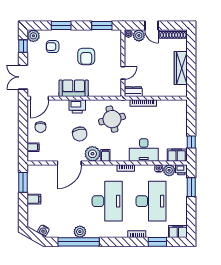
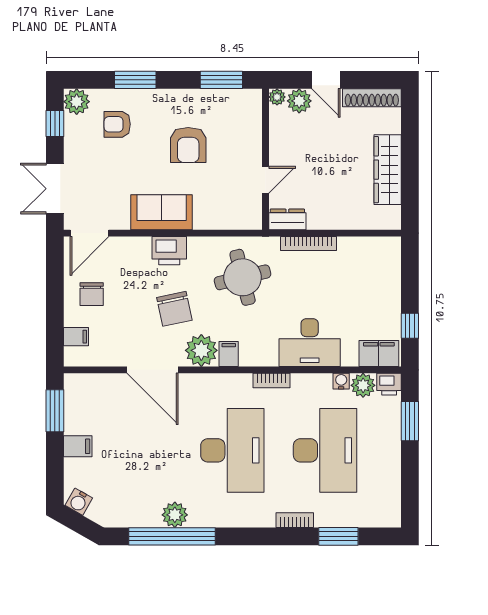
door: (69, 163) -> (153, 370), hinge flipped
water cooler: (43, 231) -> (79, 502), moved
filing cabinet: (178, 231) -> (382, 514), removed

